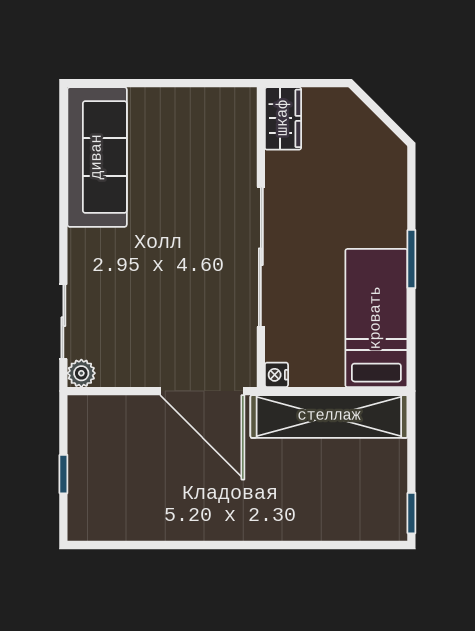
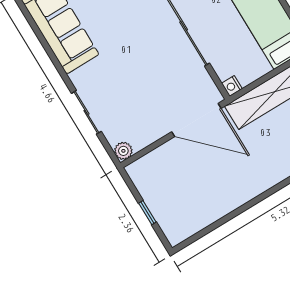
sliding door: (63, 322) -> (86, 112), moved

